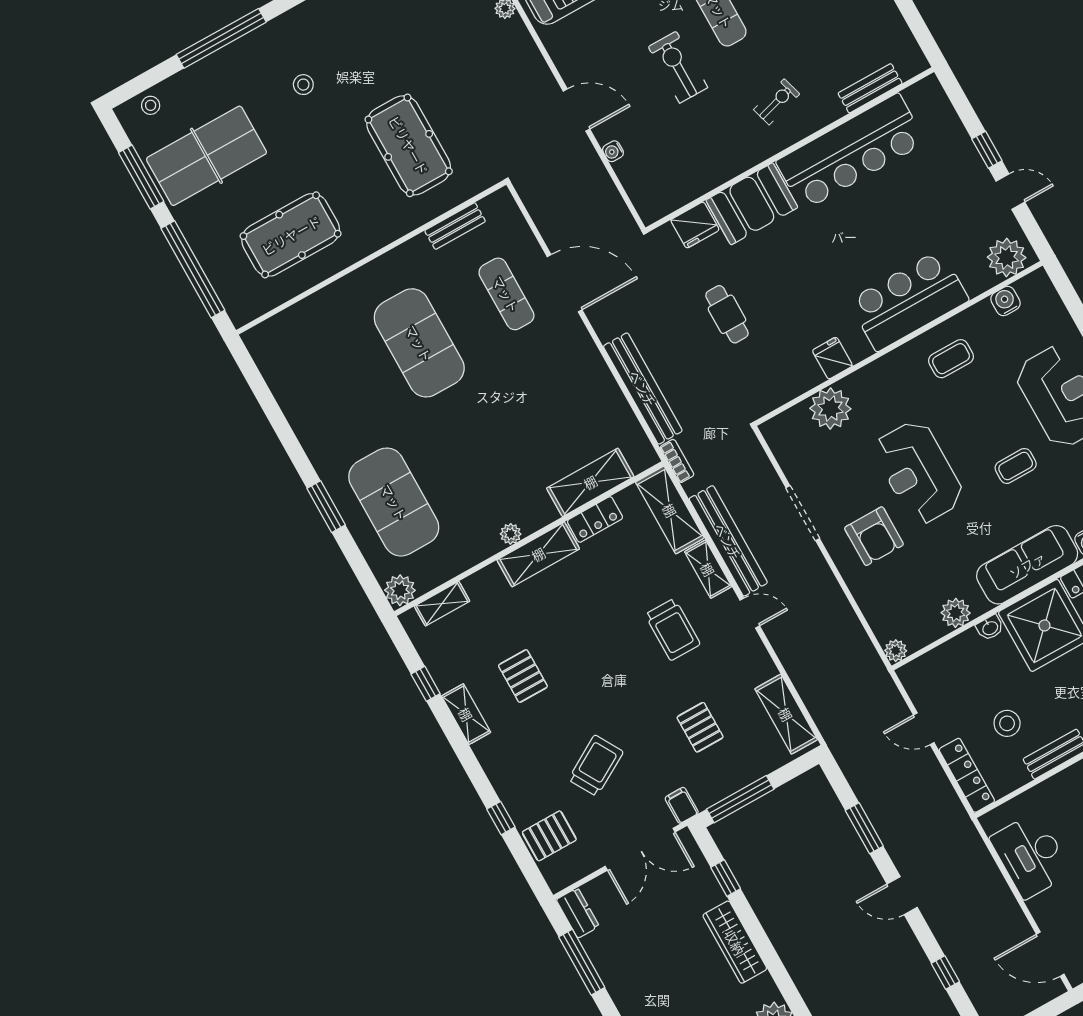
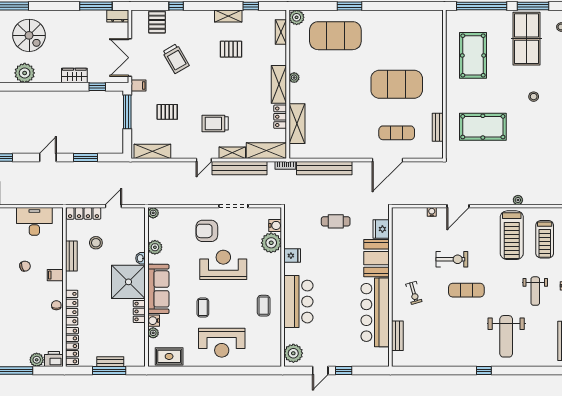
water cooler: (1006, 301) -> (275, 225), moved
wardrobe: (735, 942) -> (74, 76), width x0.67

